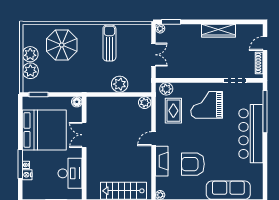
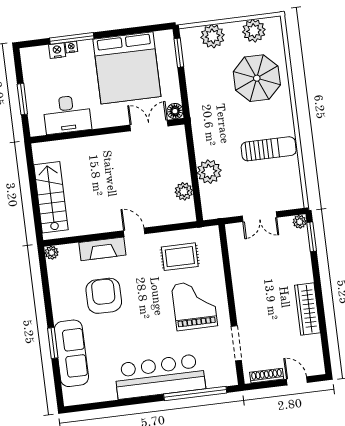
plant: (30, 54) -> (254, 31), moved
plant: (166, 89) -> (211, 242), removed
plant: (145, 103) -> (184, 191), moved
double door: (84, 135) -> (149, 125), moved

